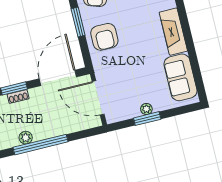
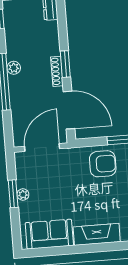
armchair: (104, 37) -> (103, 164), turned 180
shoe rack: (18, 96) -> (57, 71), width x1.43

